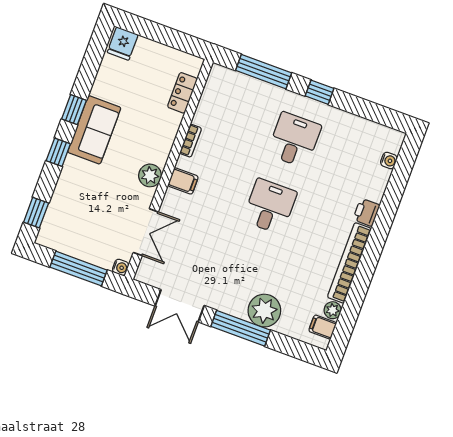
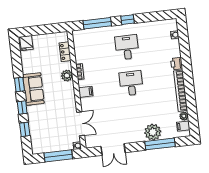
plant: (150, 175) -> (67, 76), moved
window: (36, 213) -> (25, 129), moved
window: (241, 328) -> (160, 144), moved

